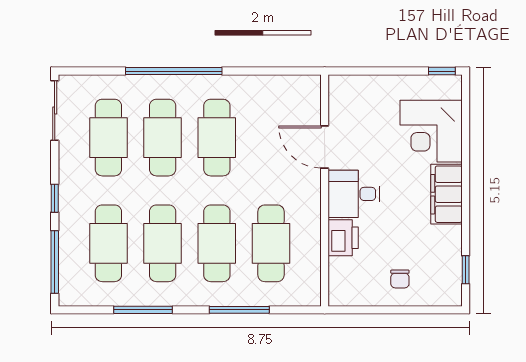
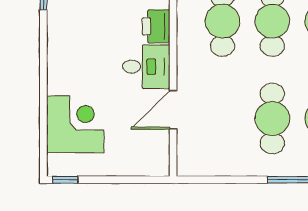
door: (325, 147) -> (173, 110), swing flipped
filing cabinet: (446, 194) -> (61, 66), removed

